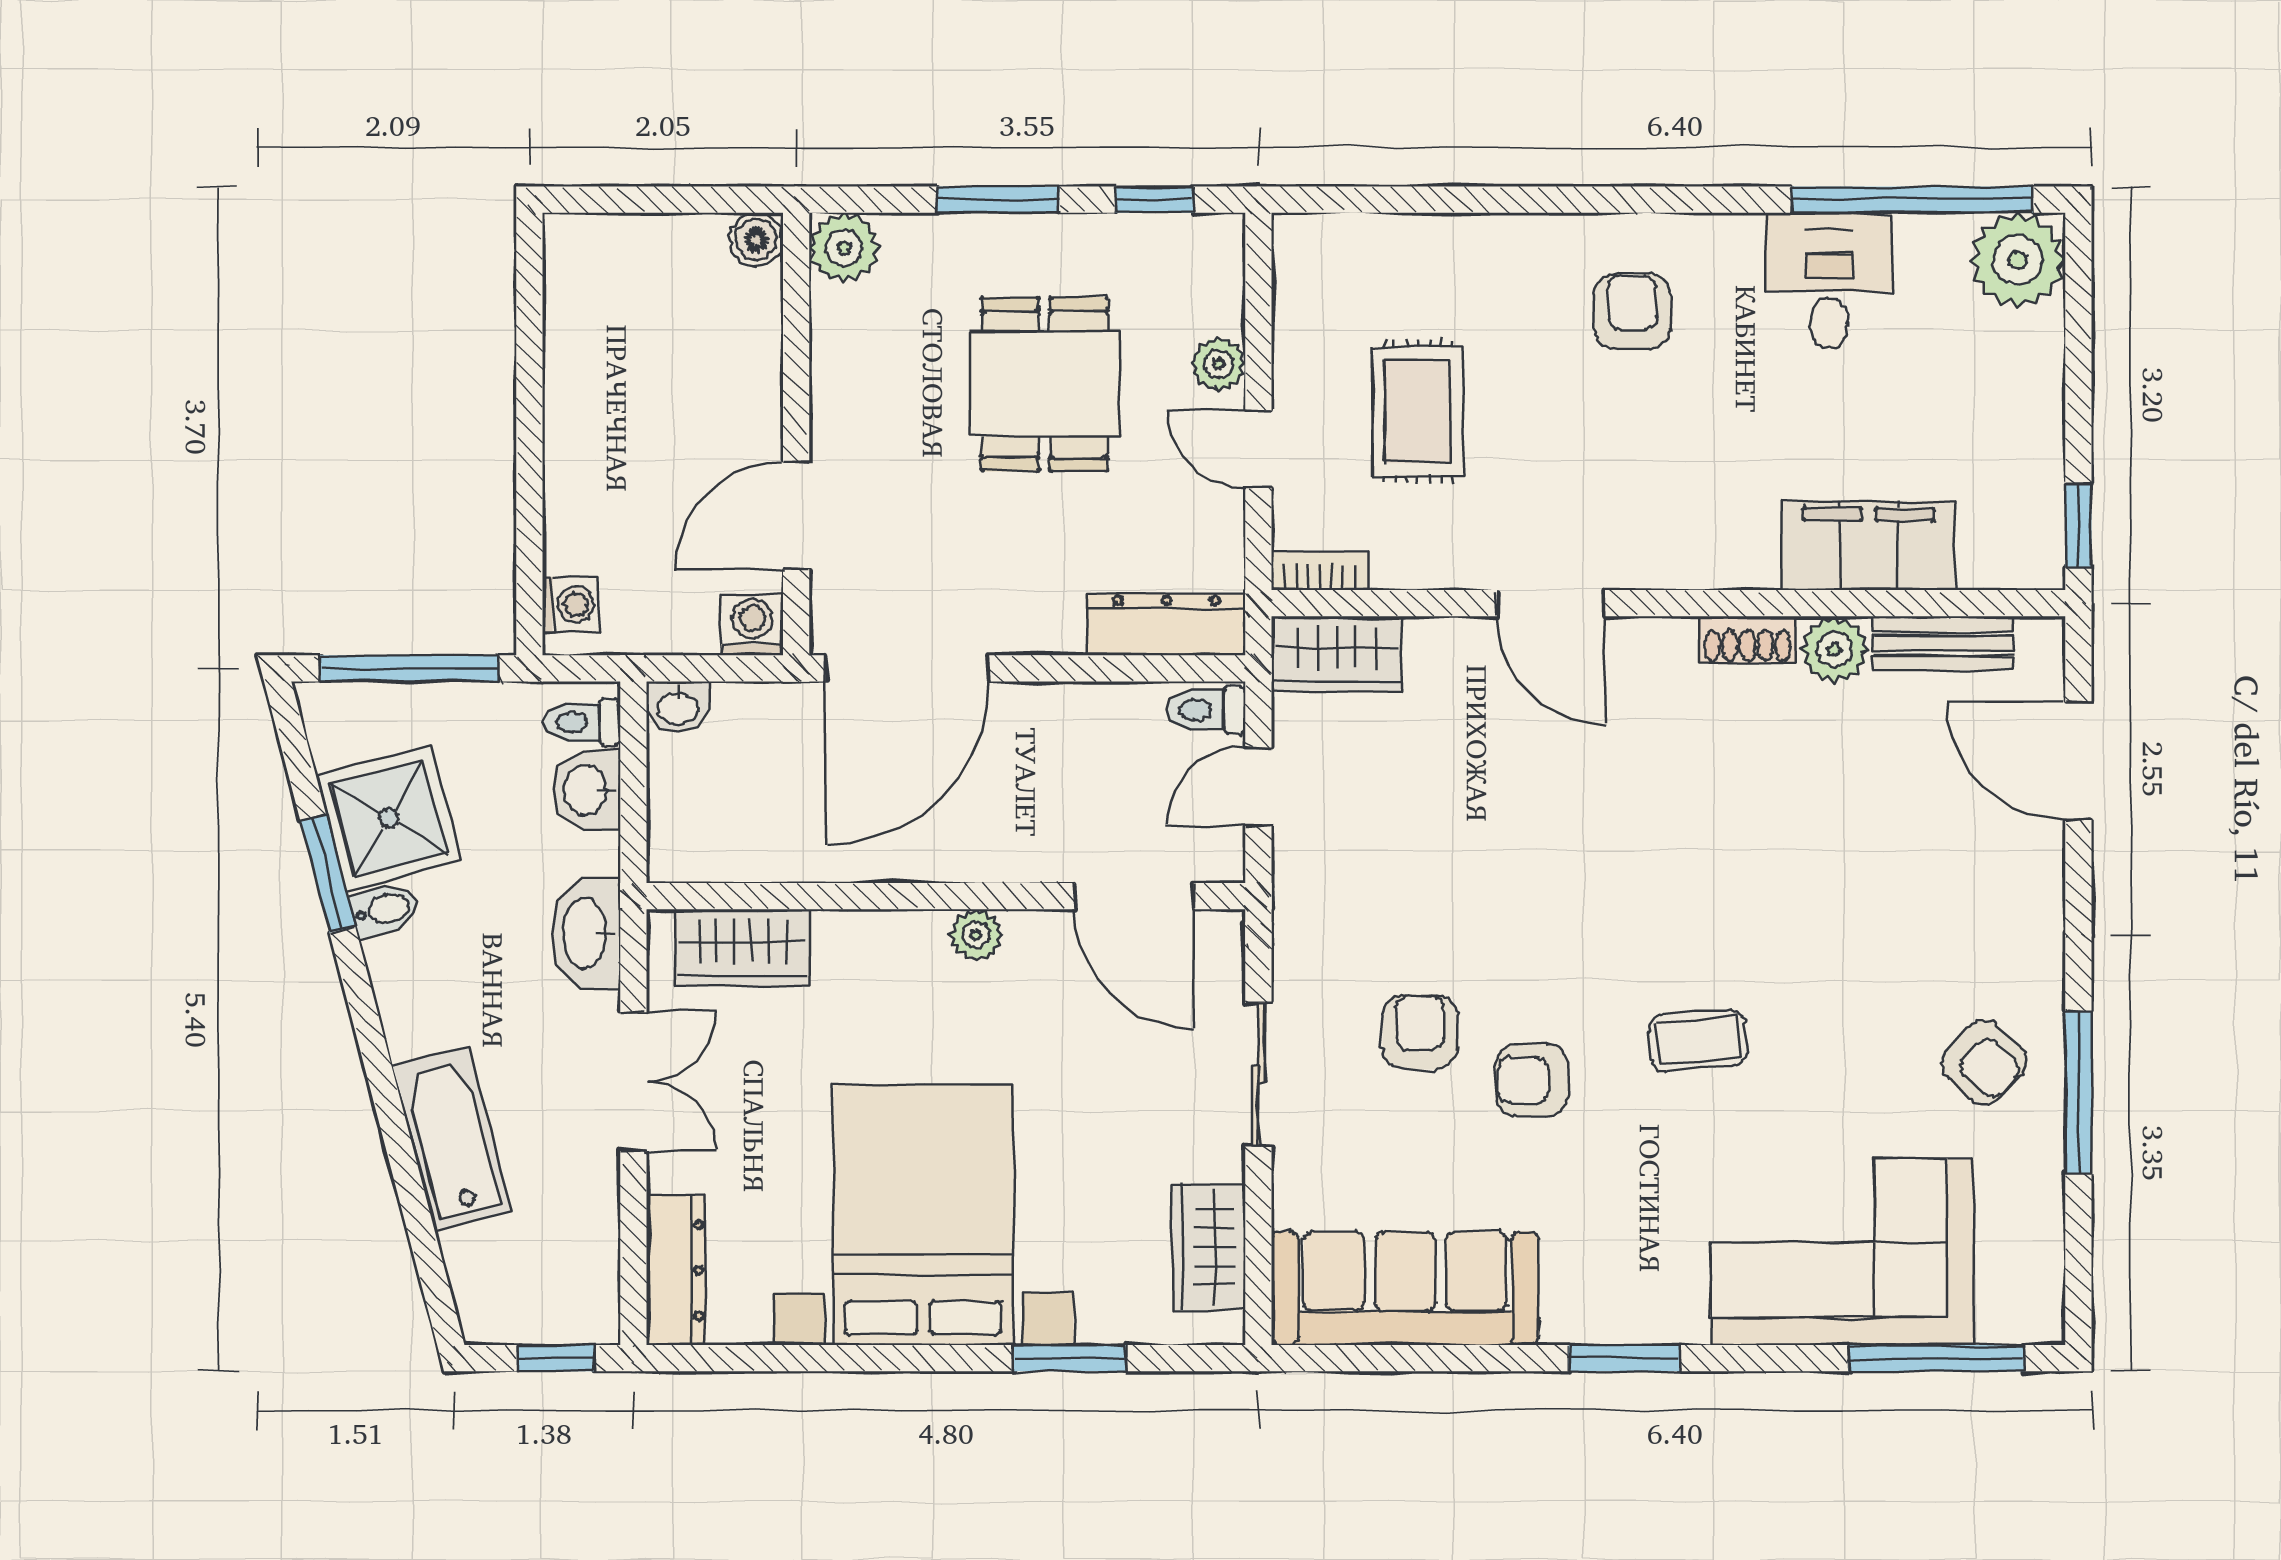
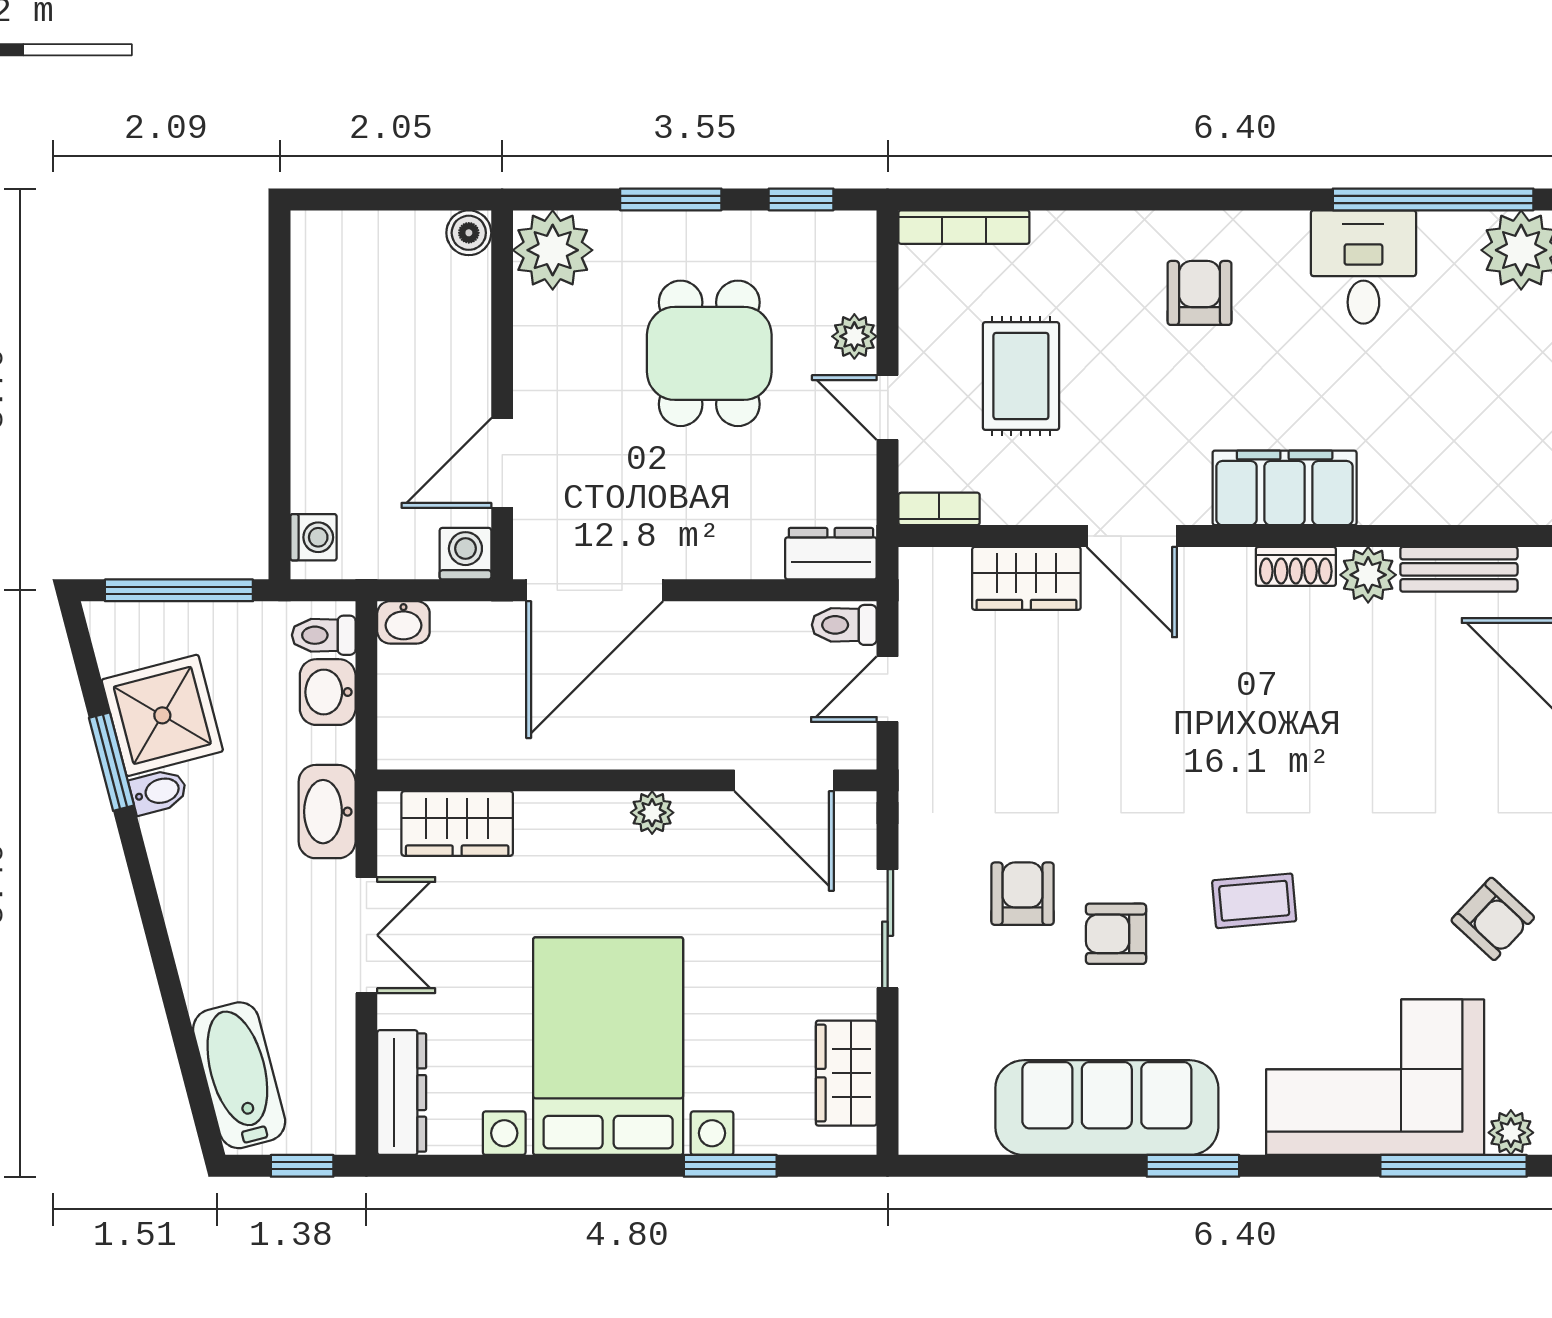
bookcase: (1350, 233) -> (964, 227), added
plant: (844, 248) -> (553, 250), width x1.36, depth x1.36
filing cabinet: (1869, 545) -> (1285, 488), moved
dresser: (1166, 624) -> (831, 554), width x0.70
wardrobe: (1336, 654) -> (1026, 578), moved
bathtub: (452, 1138) -> (239, 1075), moved
sofa: (1405, 1288) -> (1107, 1108), moved
plant: (2006, 1318) -> (1511, 1133), added

